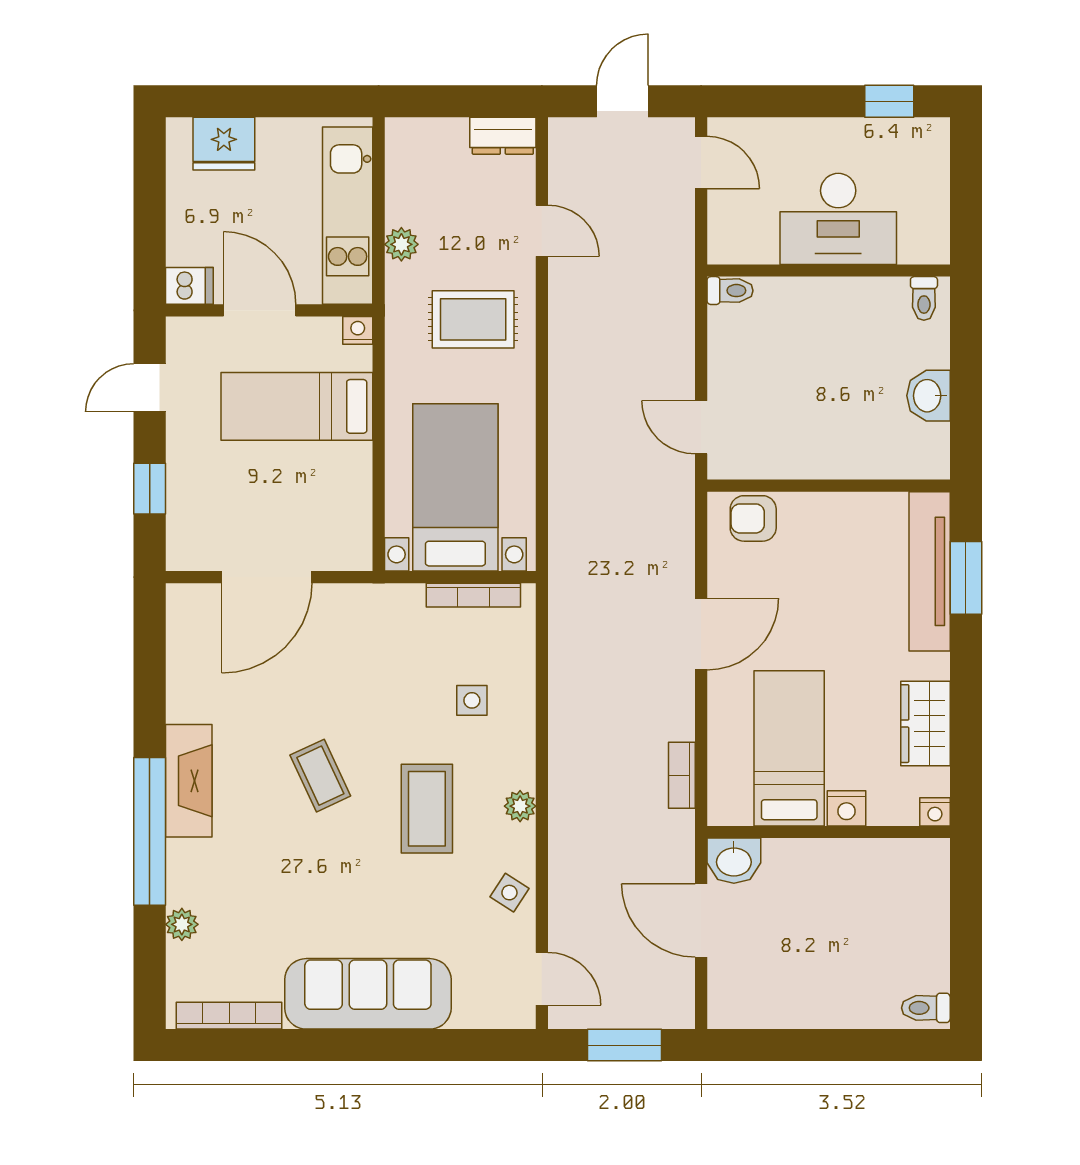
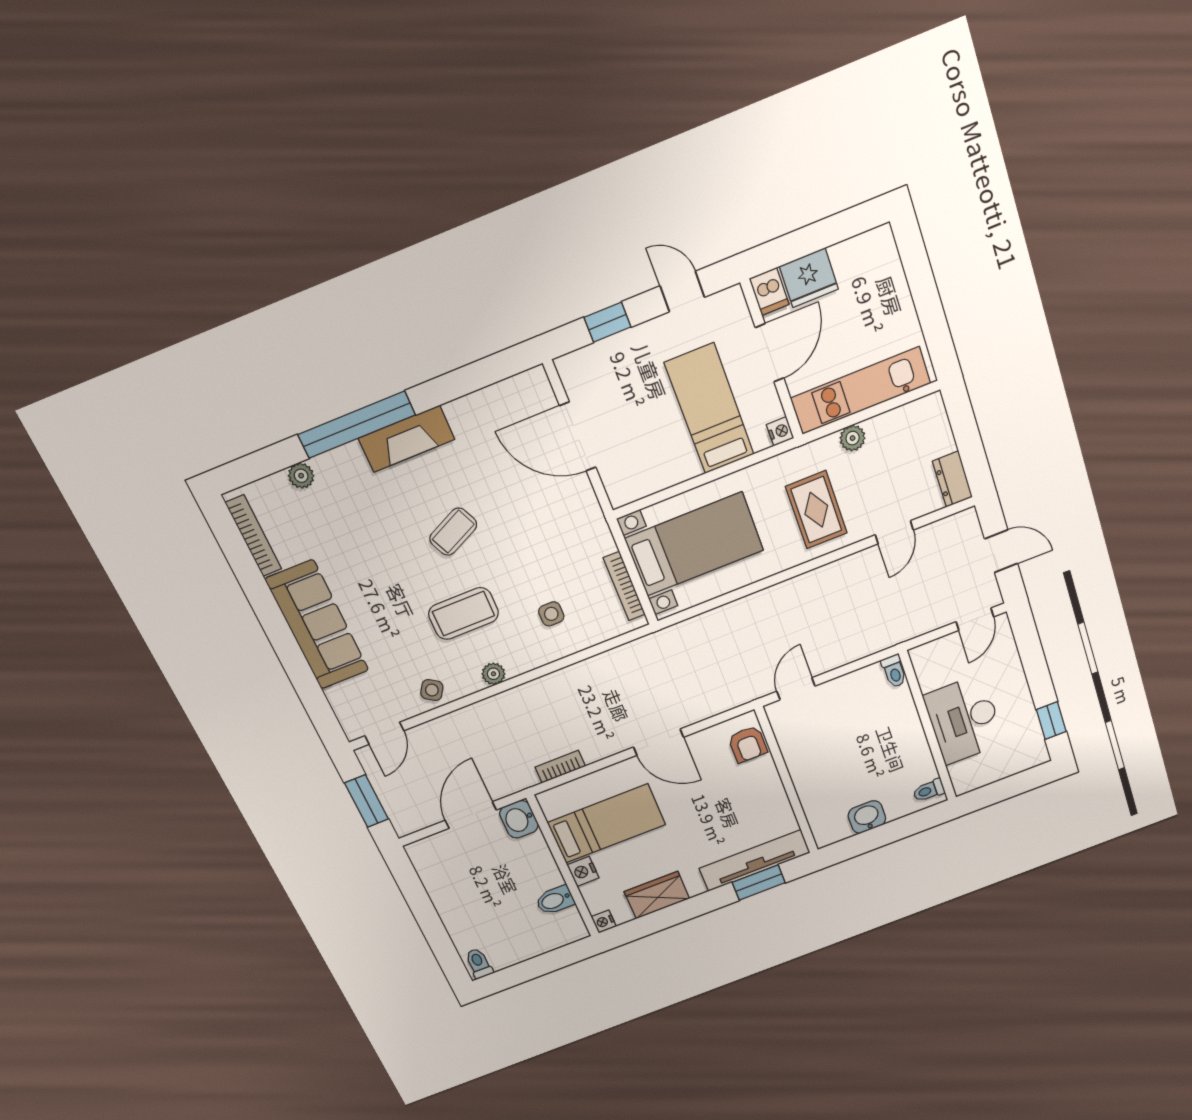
fridge: (224, 144) -> (809, 278), moved, turned -90
armchair: (753, 518) -> (748, 744), turned 180
bidet: (874, 864) -> (555, 900), added

